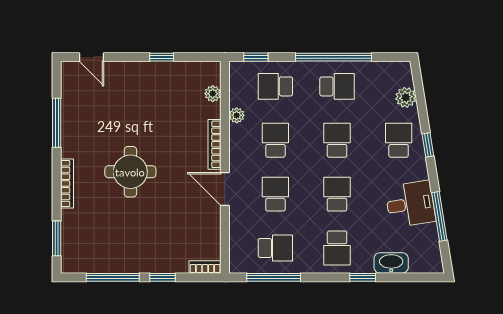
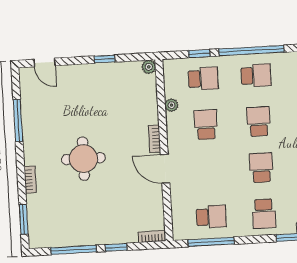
window: (256, 57) -> (199, 54), moved
school desk: (275, 86) -> (203, 79), turned 180
plant: (213, 94) -> (149, 67), moved
bookcase: (214, 144) -> (154, 139), width x0.64
bookcase: (67, 184) -> (30, 179), width x0.64
school desk: (275, 194) -> (209, 171), removed

